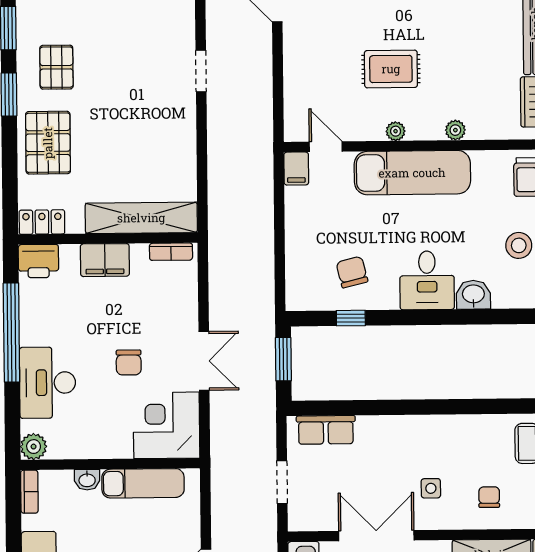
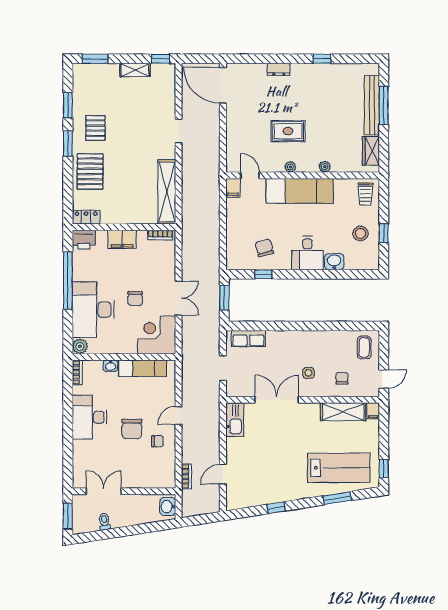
shelving: (141, 218) -> (167, 192), moved, turned 90
desk: (48, 383) -> (93, 310), width x1.36, depth x1.30

